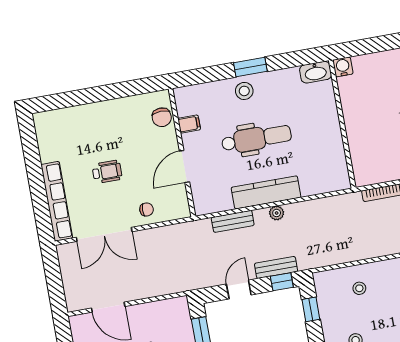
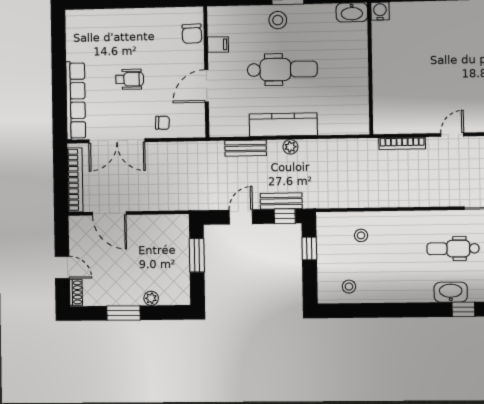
bookcase: (69, 280) -> (75, 180), added

